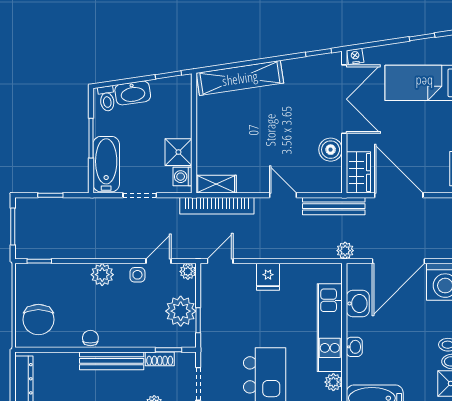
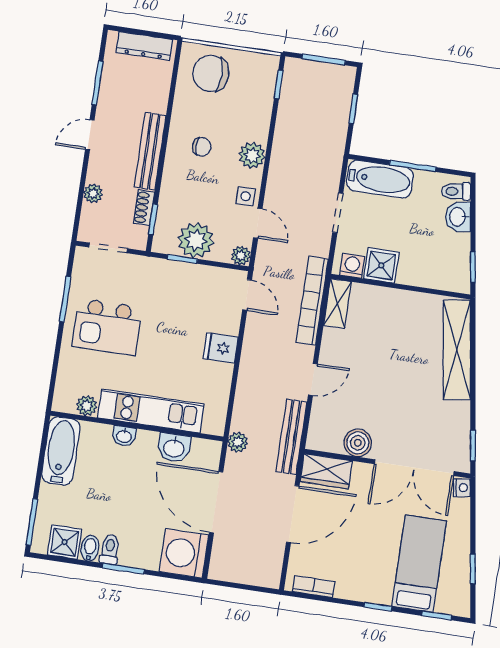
washbasin: (133, 93) -> (458, 217), width x0.72
chair: (90, 338) -> (202, 147), moved

